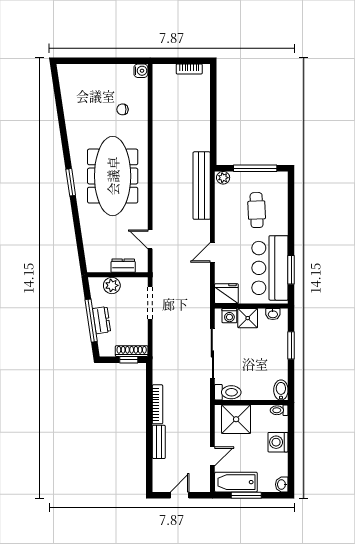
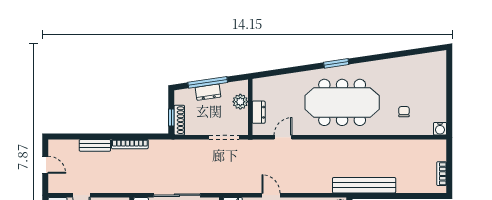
bench: (202, 186) -> (364, 185), moved

